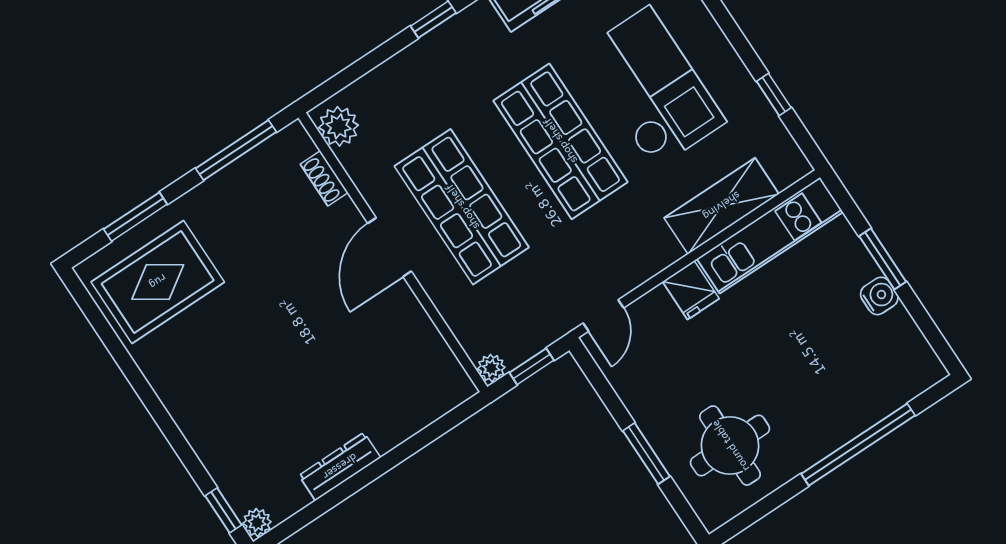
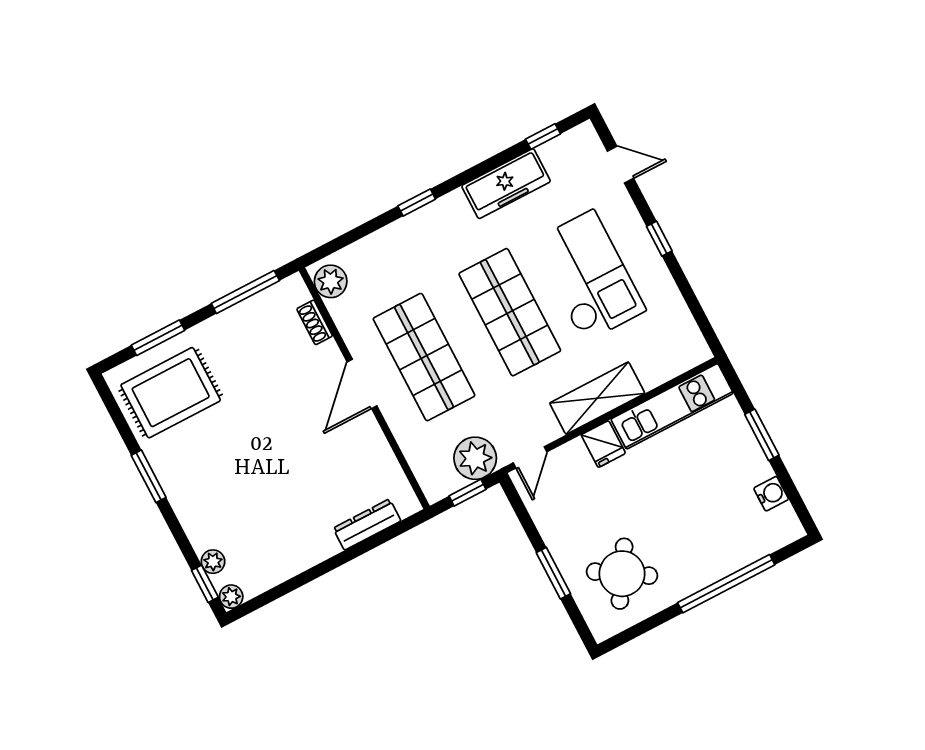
window: (774, 95) -> (659, 239), moved
shelving: (722, 206) -> (597, 398), moved
water cooler: (879, 296) -> (771, 494), moved
plant: (491, 368) -> (475, 458), moved, width x1.88, depth x1.88
window: (141, 387) -> (149, 476), added
round table: (730, 446) -> (622, 574), turned 32
dresser: (340, 467) -> (367, 525), moved
plant: (231, 482) -> (213, 562), added

